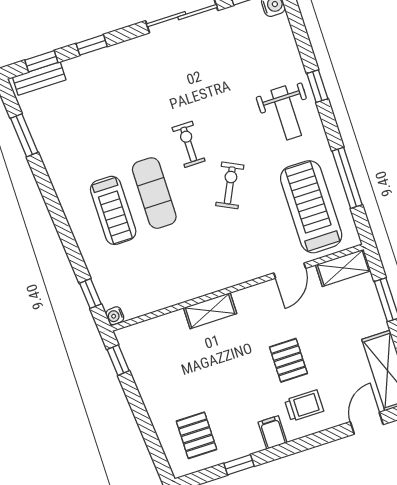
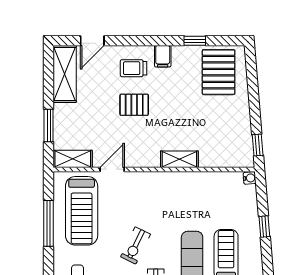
window: (90, 294) -> (264, 227), moved
pallet: (288, 360) -> (134, 105), turned 90
pallet: (196, 435) -> (219, 72), width x1.50, depth x1.42

